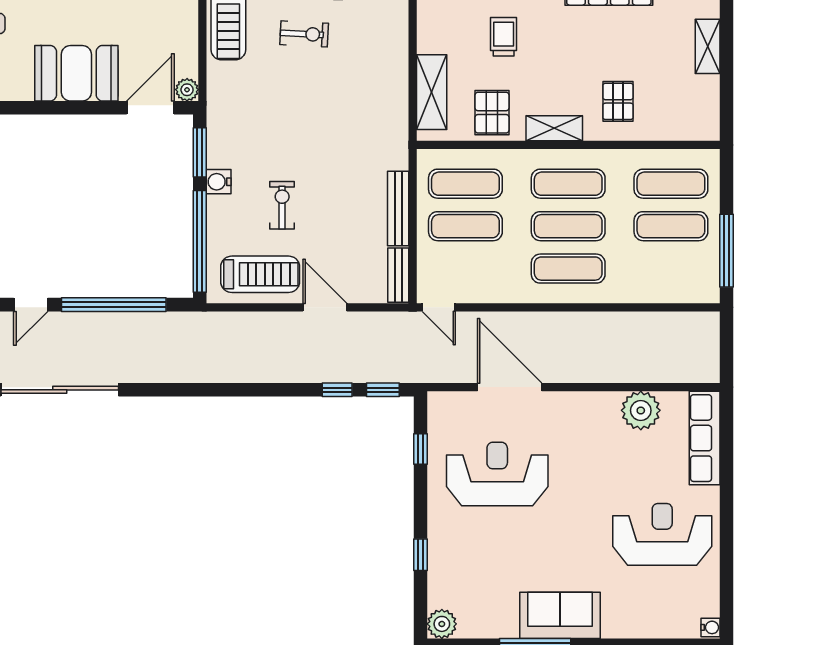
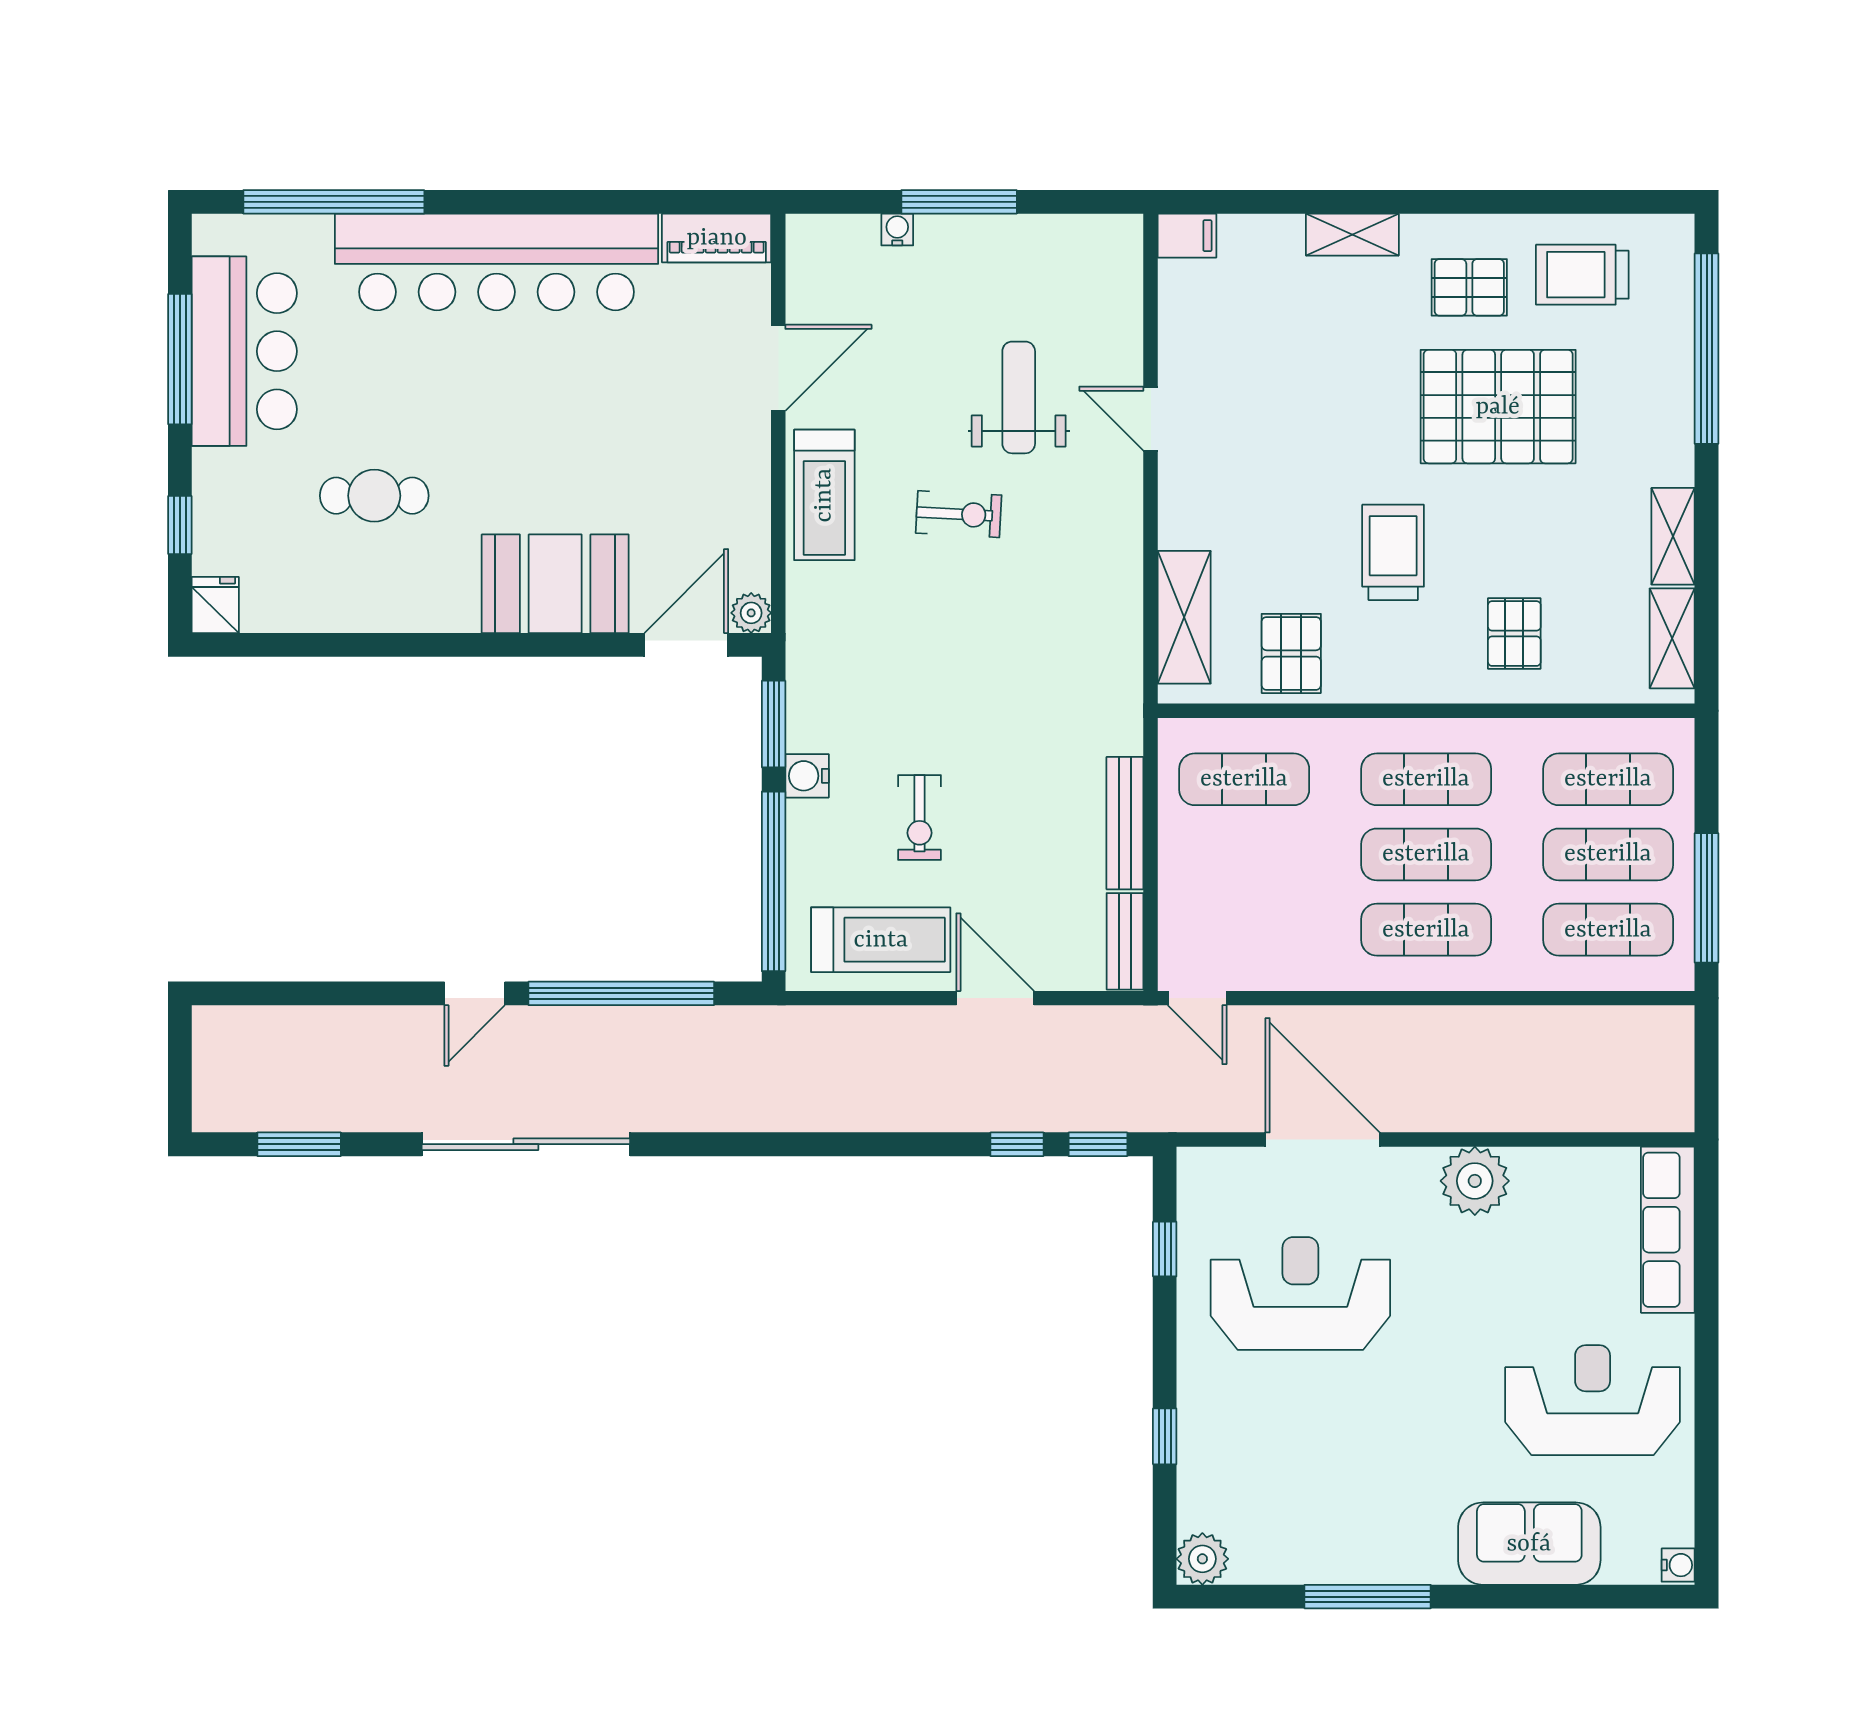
trolley: (504, 37) -> (1393, 552), moved, width x1.36, depth x1.39
shelving: (554, 128) -> (1672, 638), moved, turned 90
exercise bike: (282, 205) -> (920, 817), turned 180
exercise mat: (465, 226) -> (1608, 930), moved
plant: (641, 410) -> (1475, 1181), moved
sofa: (560, 615) -> (1529, 1544), moved

